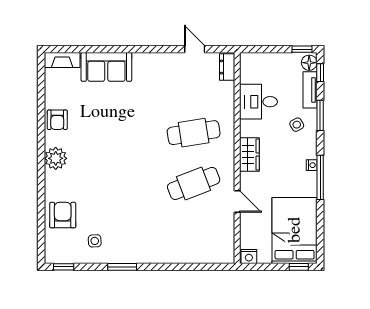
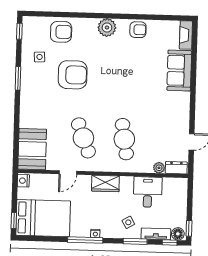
plant: (228, 89) -> (159, 168), added
armchair: (57, 120) -> (138, 30), turned 180
armchair: (116, 199) -> (73, 75), added
booth: (209, 247) -> (32, 149), added

